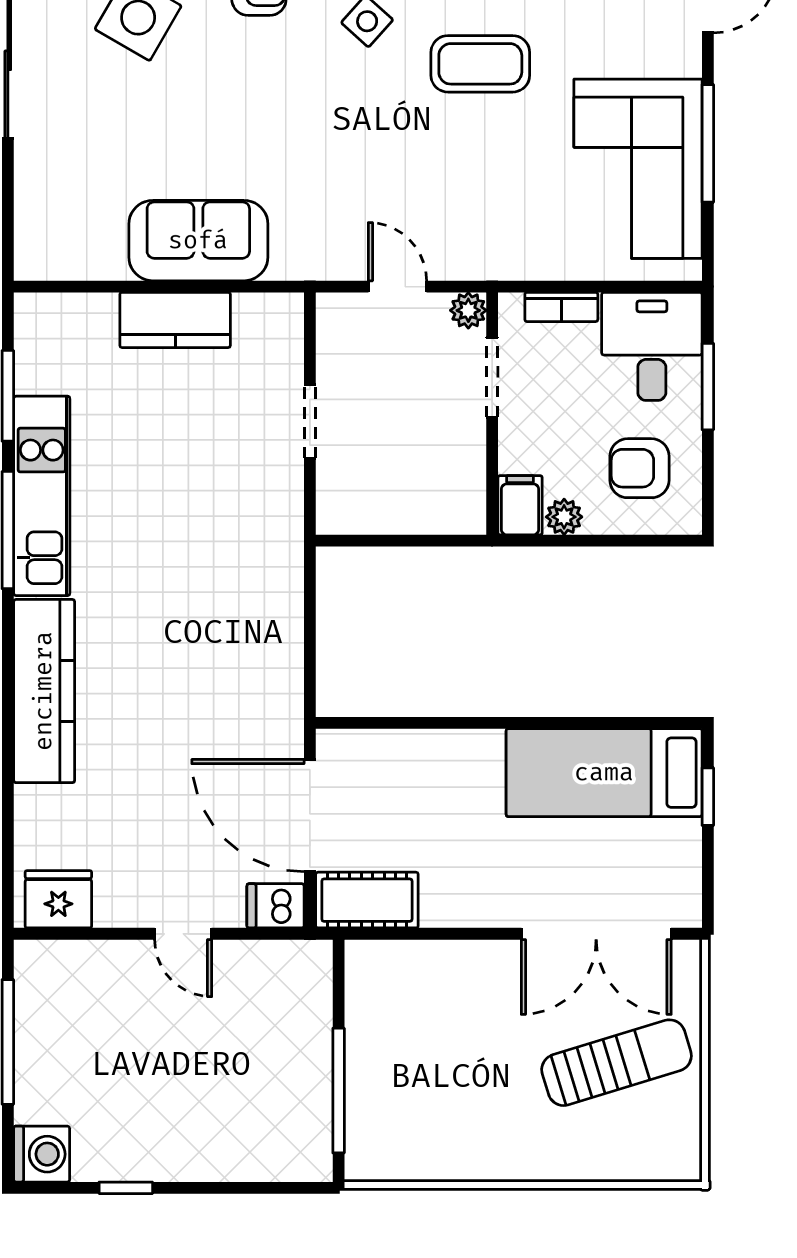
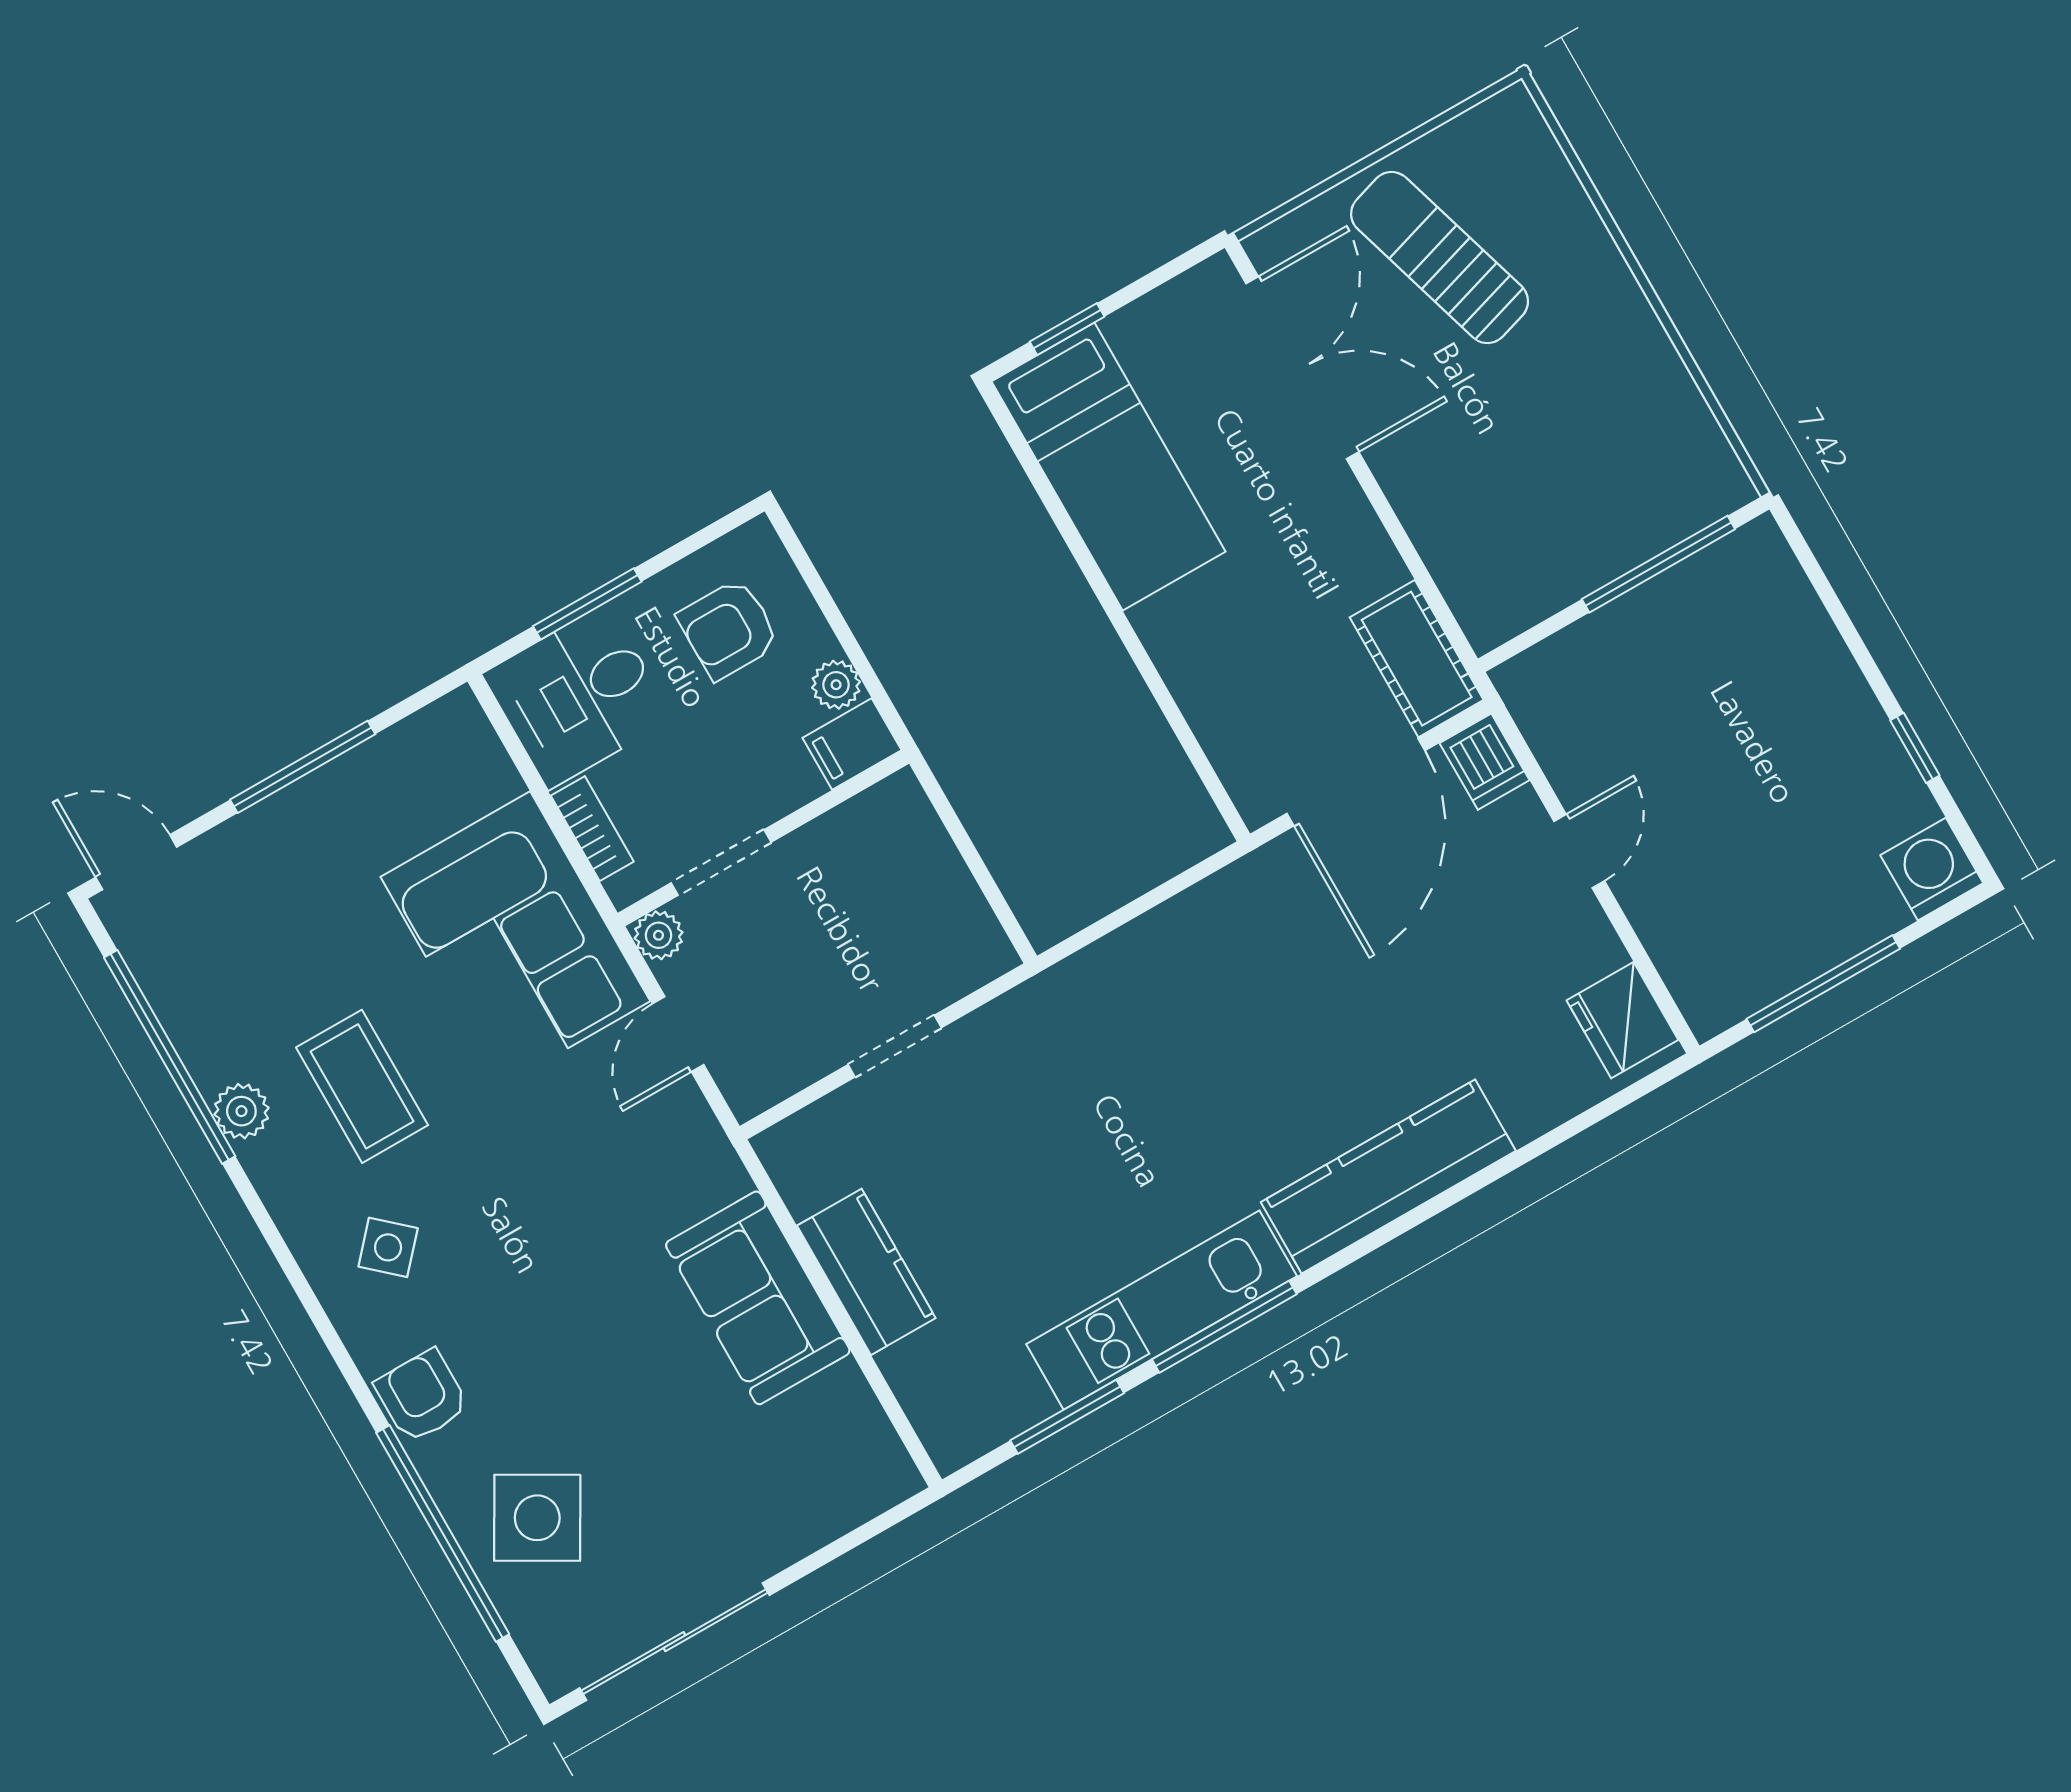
corner sofa: (638, 169) -> (515, 939), moved, turned 90
armchair: (640, 468) -> (729, 629), turned 90

